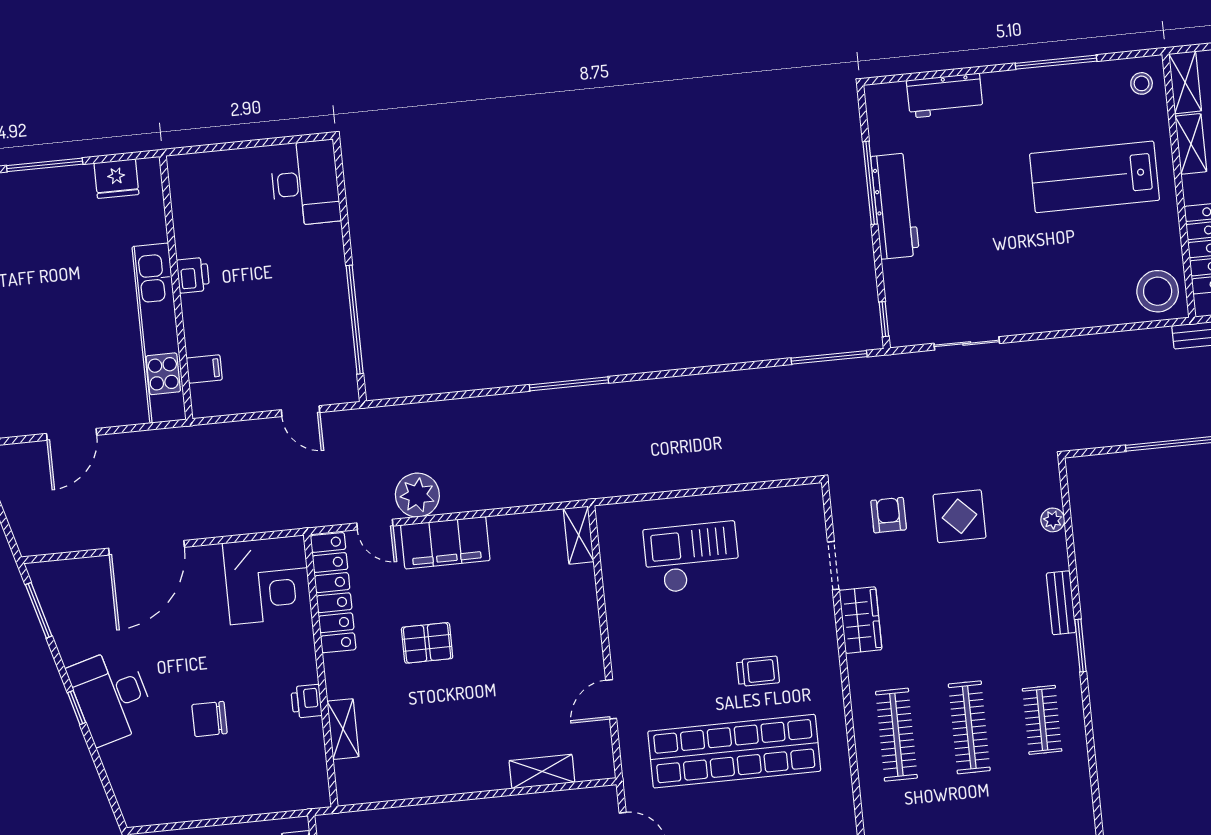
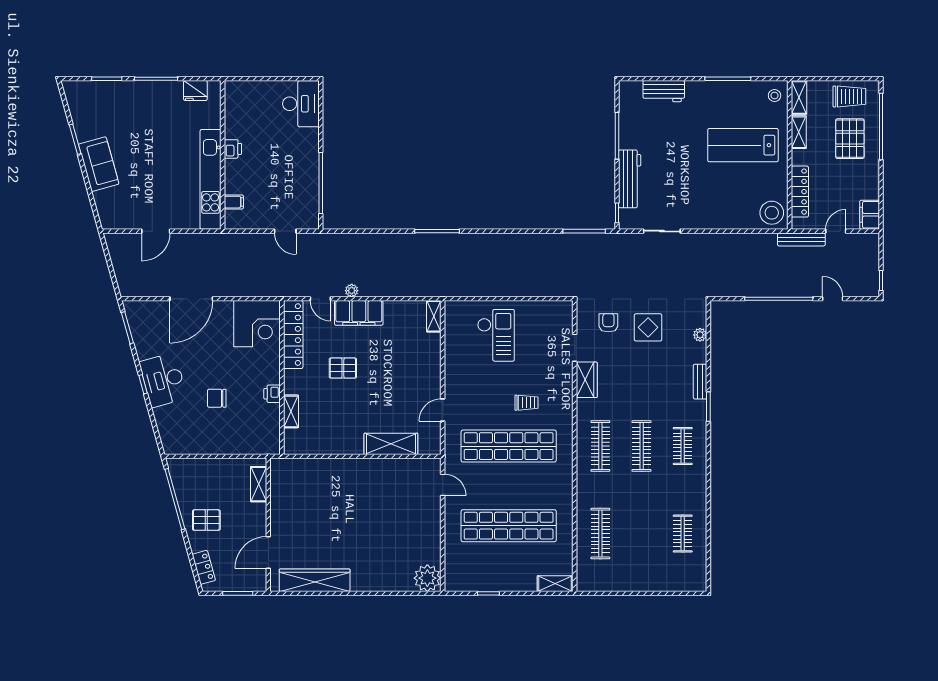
workbench: (895, 206) -> (630, 179), moved
plant: (417, 495) -> (352, 291), width x0.53, depth x0.53
checkout: (692, 557) -> (496, 335), turned 90
shelving: (542, 771) -> (391, 444), width x1.50, depth x1.33

